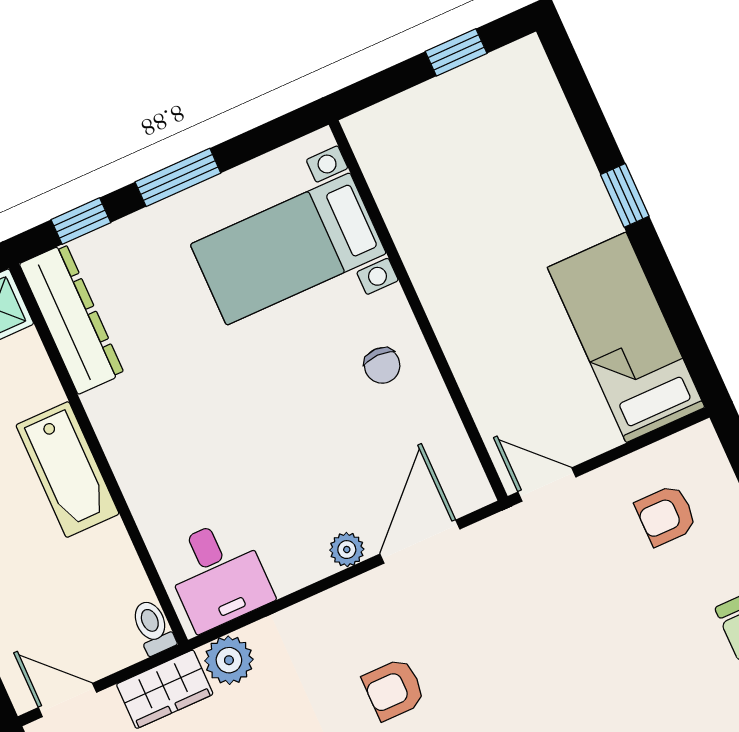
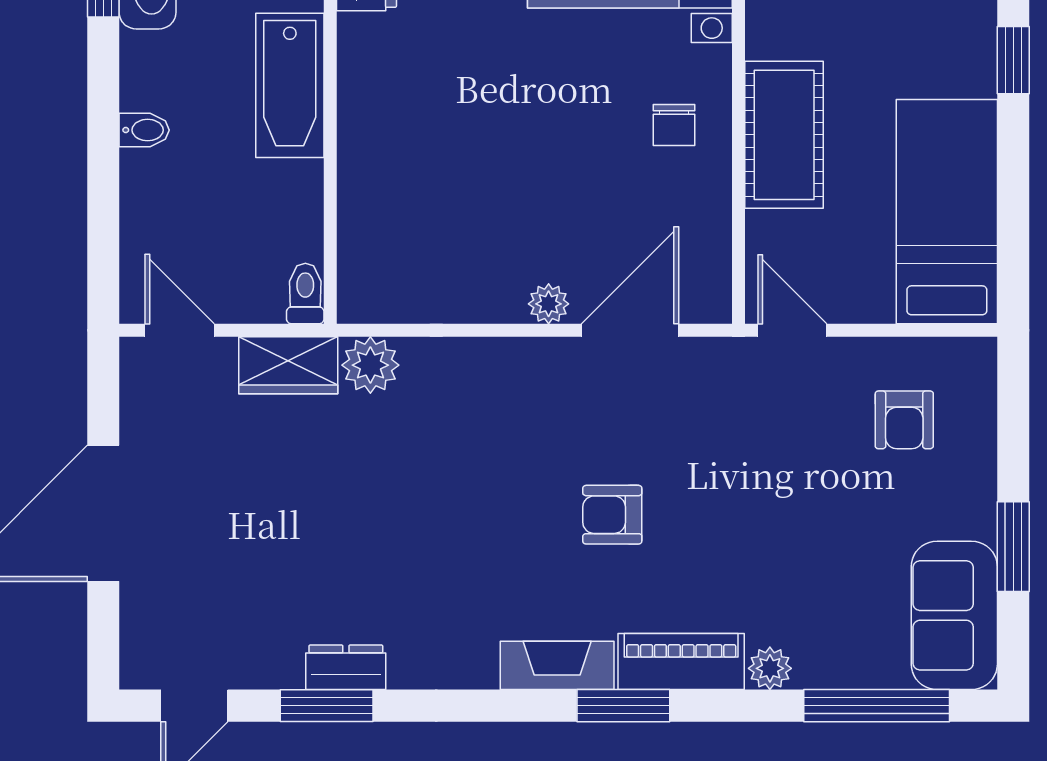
cot: (472, 334) -> (784, 135), added
armchair: (666, 515) -> (904, 420), turned -90
desk: (218, 575) -> (399, 269), removed
armchair: (394, 689) -> (612, 515), moved

